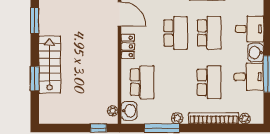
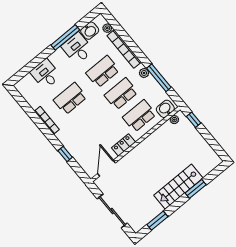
school desk: (176, 33) -> (121, 94), moved
washbasin: (256, 53) -> (90, 31), moved

